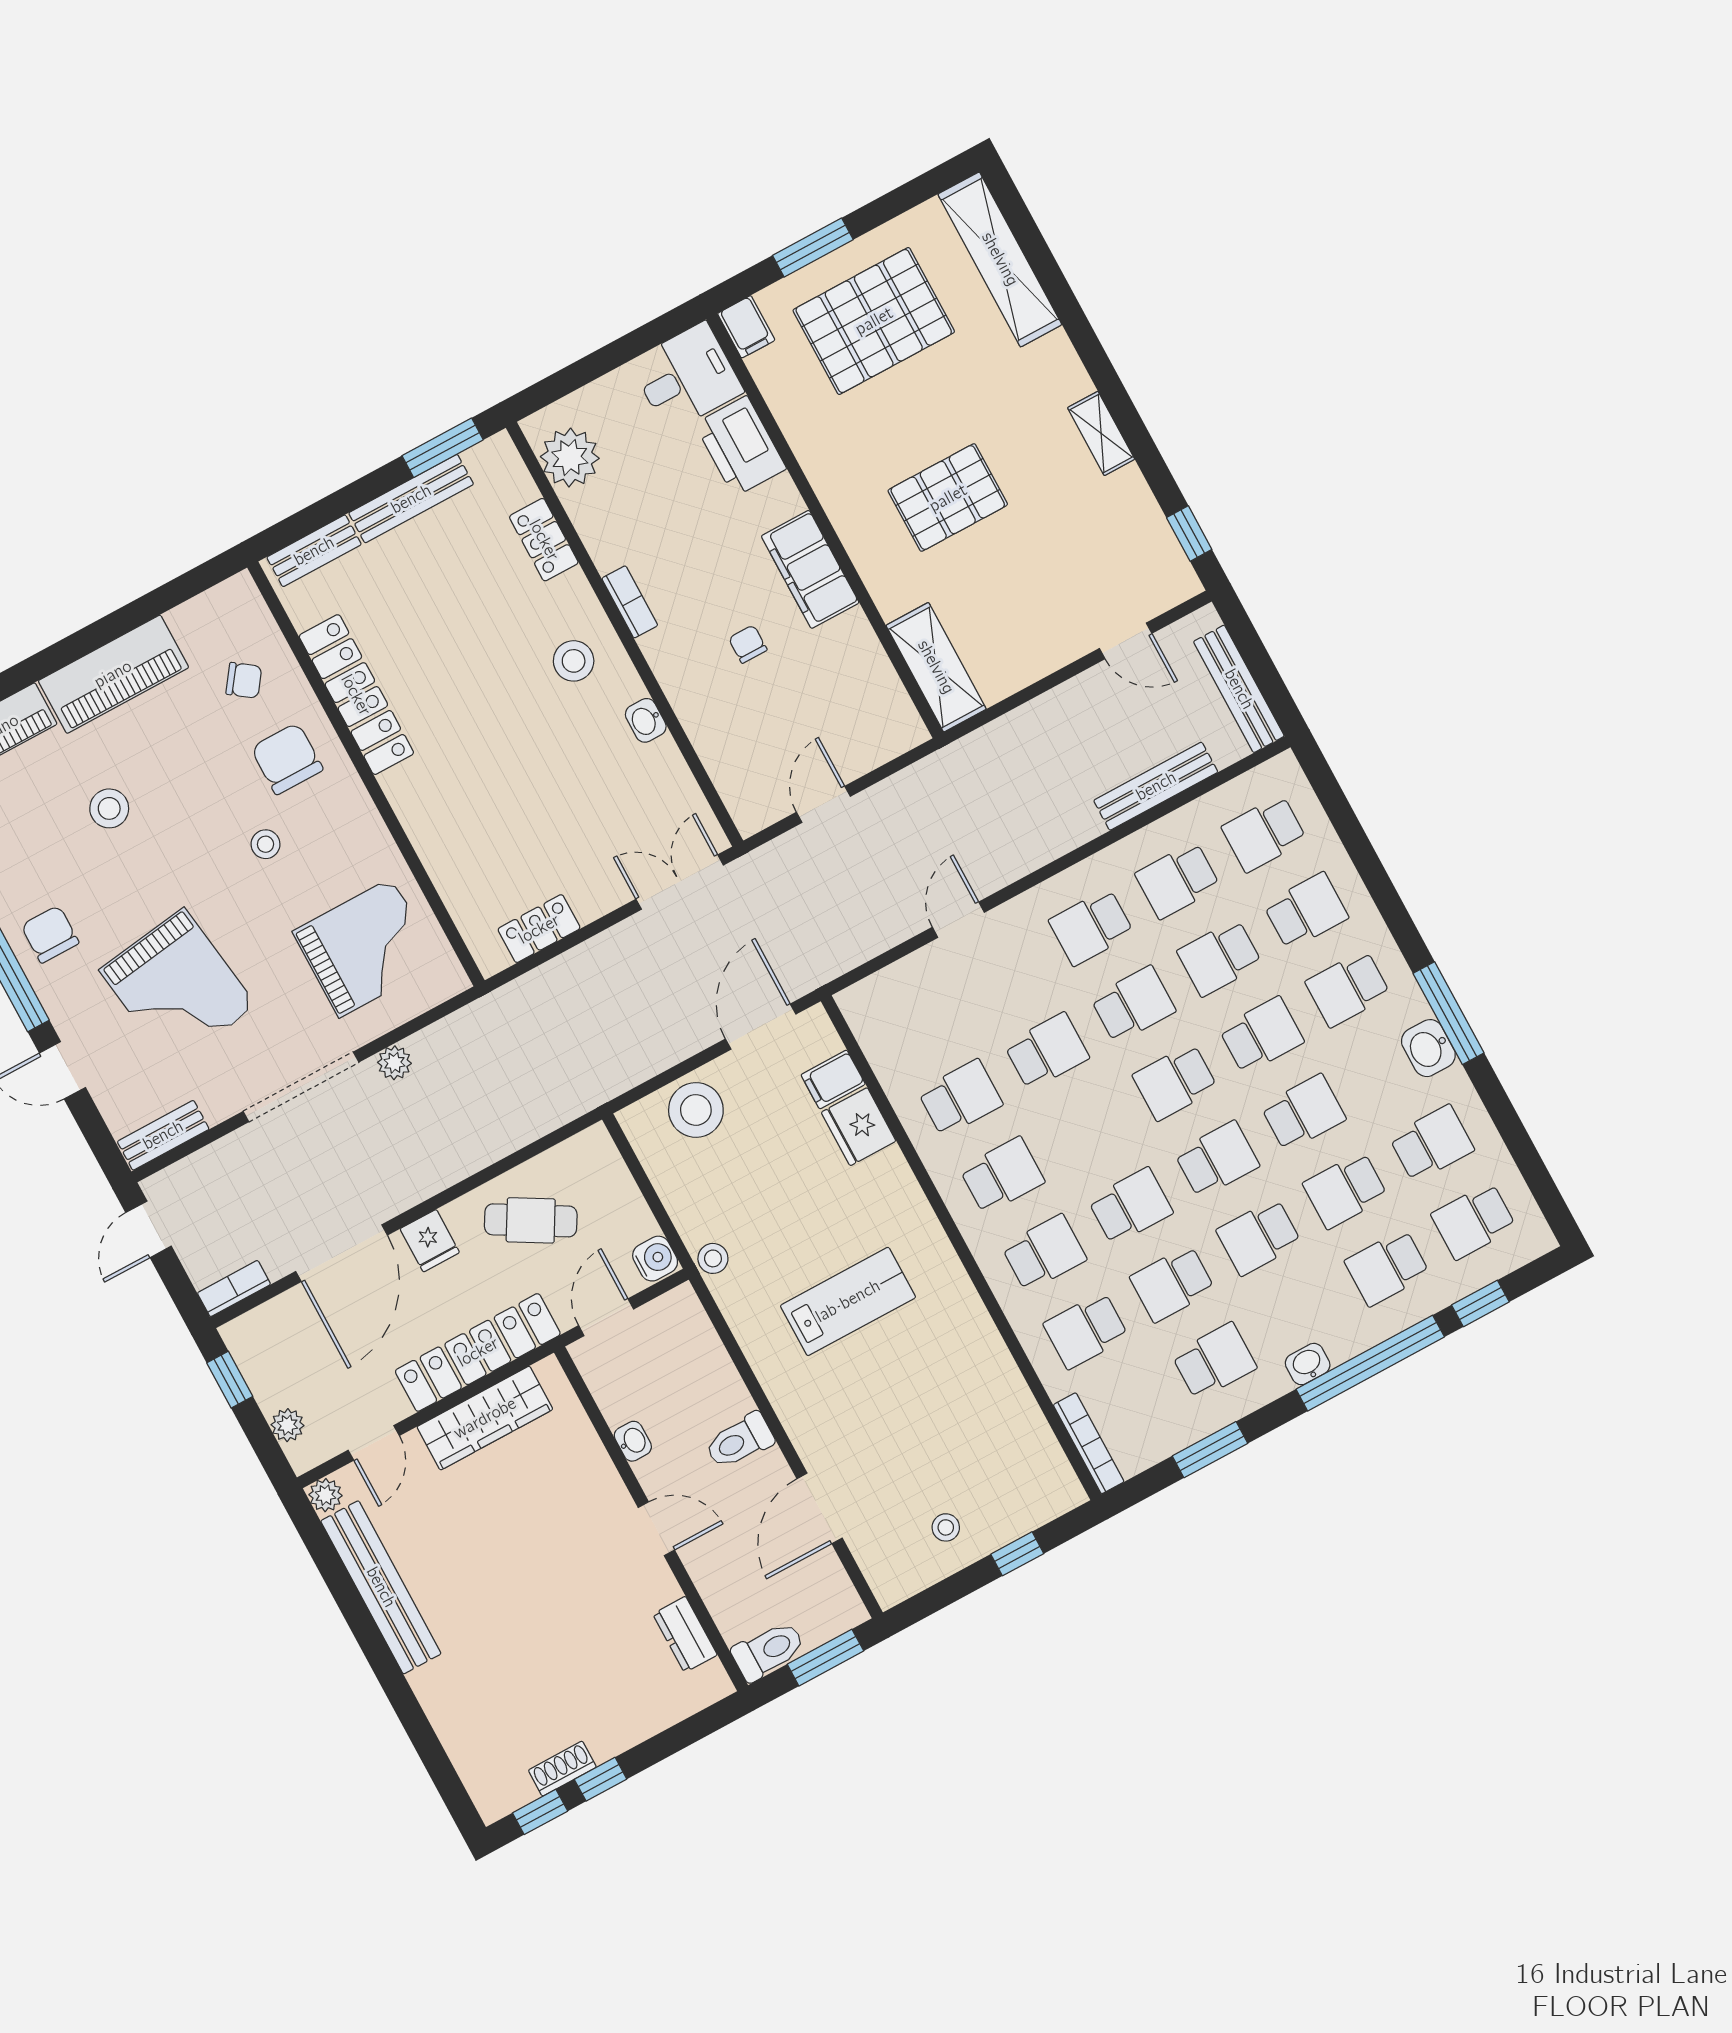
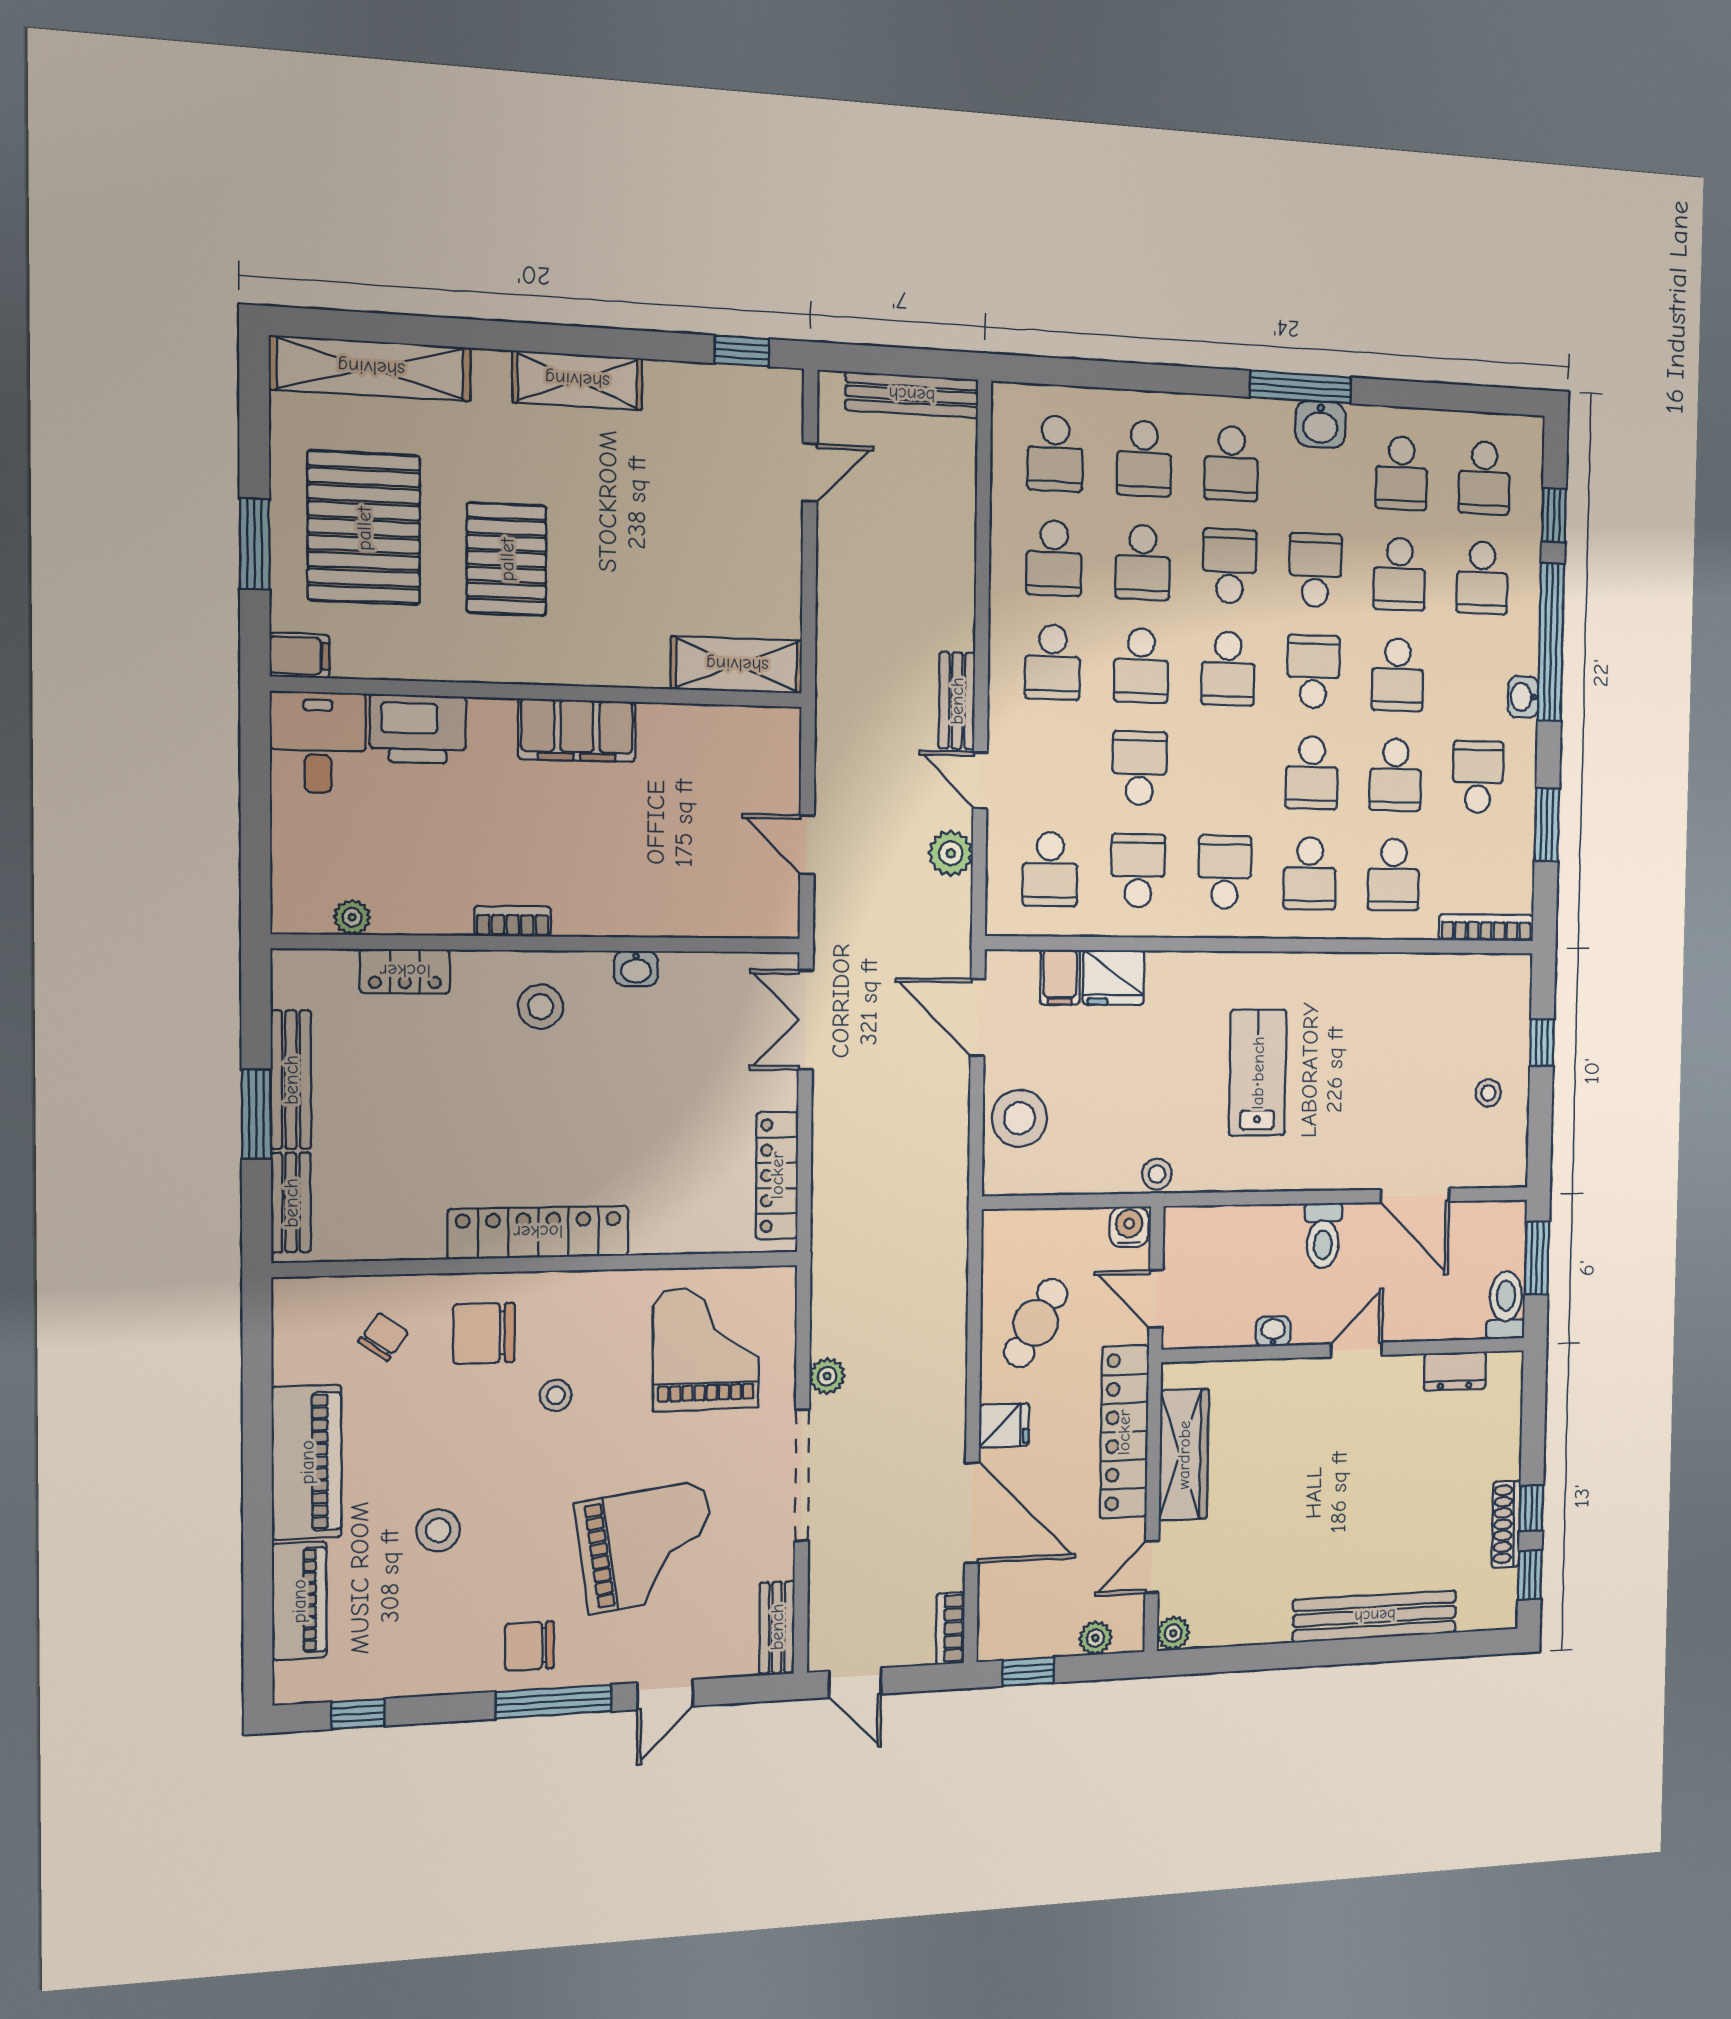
shelving: (1101, 433) -> (577, 380), width x1.50, depth x1.33
window: (443, 448) -> (256, 1114), moved
plant: (570, 458) -> (352, 917), width x0.53, depth x0.53
pallet: (948, 498) -> (507, 559), moved
chair: (748, 644) -> (616, 831), removed
locker: (356, 695) -> (538, 1232), moved
bench: (1156, 786) -> (957, 701), moved, width x0.73
school desk: (1306, 911) -> (1144, 458), turned 180
plant: (884, 928) -> (951, 853), added
locker: (539, 929) -> (777, 1175), width x1.53
school desk: (1133, 1004) -> (1141, 665), turned 180
school desk: (918, 1020) -> (1050, 869), added
school desk: (1432, 1143) -> (1401, 473), turned 180
school desk: (1130, 1206) -> (1312, 773), turned 180
school desk: (1044, 1253) -> (1310, 873), turned 180
door: (374, 1443) -> (1152, 1567), swing flipped
bench: (381, 1587) -> (1375, 1616), moved
shoe rack: (562, 1769) -> (1506, 1524), width x1.43

